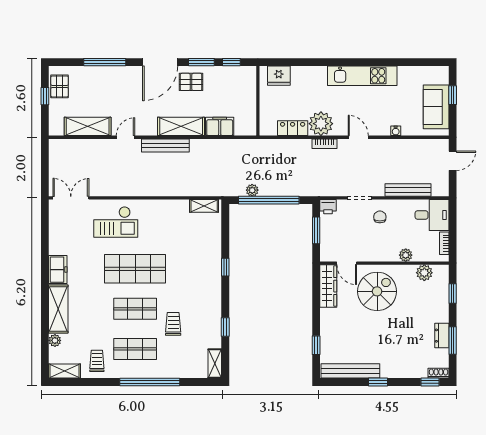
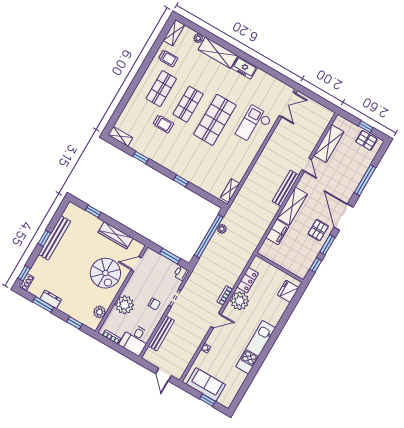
plant: (406, 255) -> (125, 305), width x1.87, depth x1.87
wardrobe: (328, 286) -> (116, 235), moved
bench: (350, 371) -> (55, 238), moved
window: (150, 382) -> (133, 86), removed

